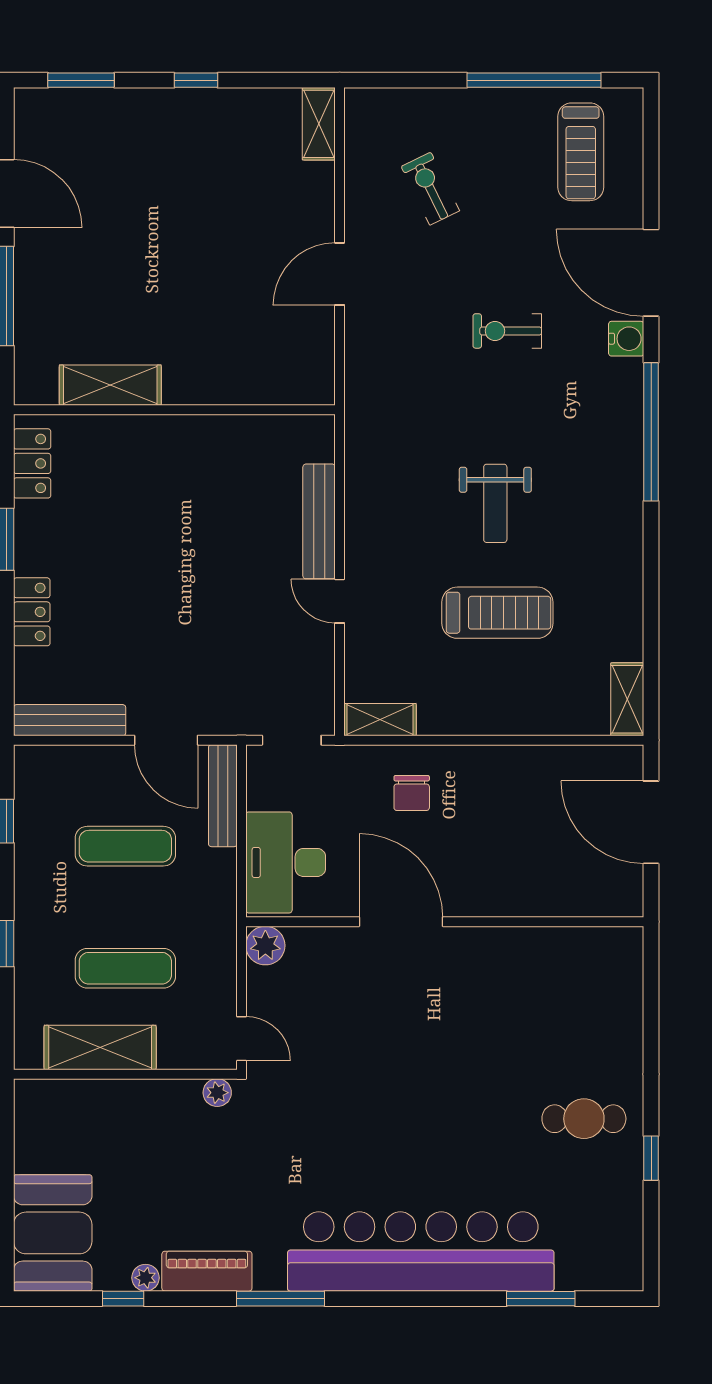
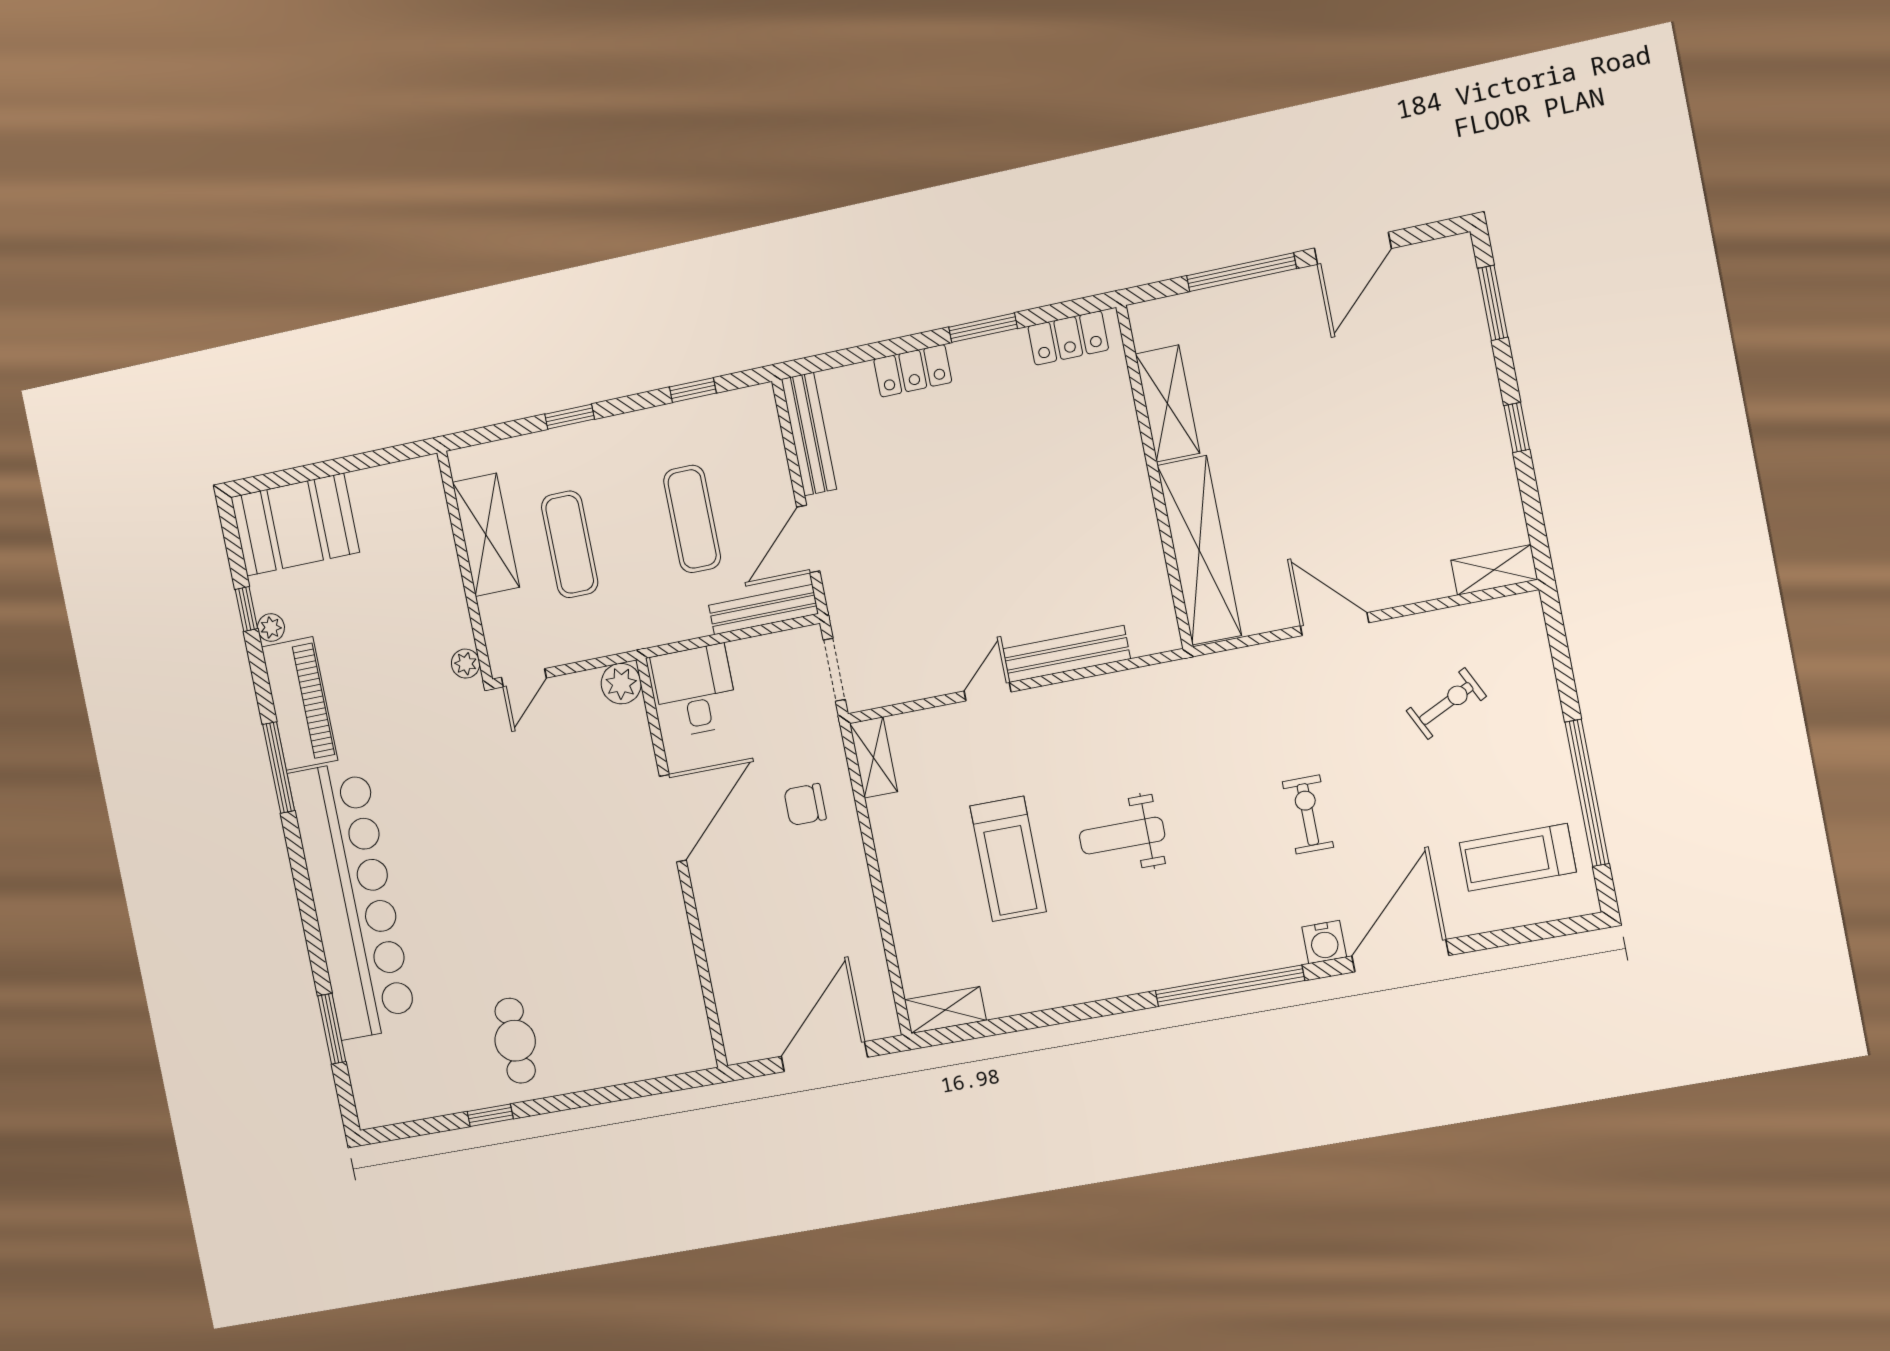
shelving: (249, 382) -> (1199, 550), added
desk: (286, 862) -> (695, 691), width x0.73
piano: (207, 1271) -> (300, 704), width x1.37, depth x1.33

